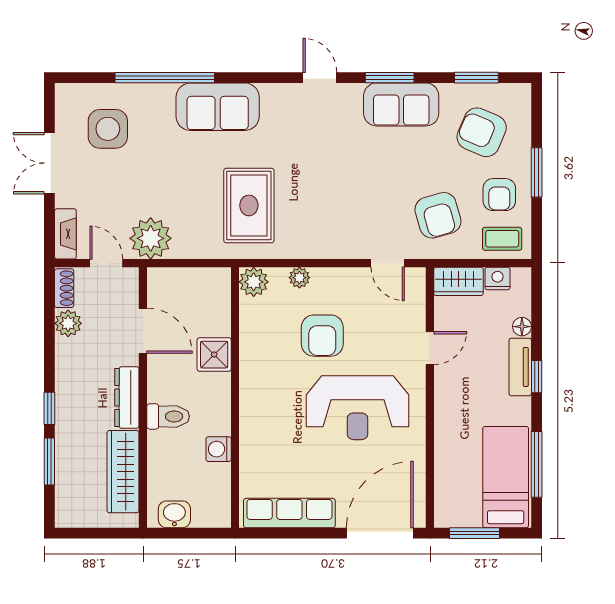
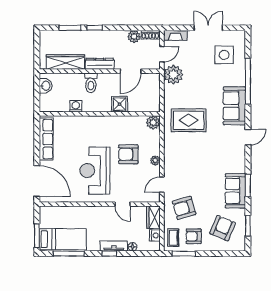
door: (320, 78) -> (248, 137), moved
window: (537, 172) -> (184, 254), moved
plant: (299, 278) -> (155, 160), moved
window: (474, 533) -> (37, 236), moved

